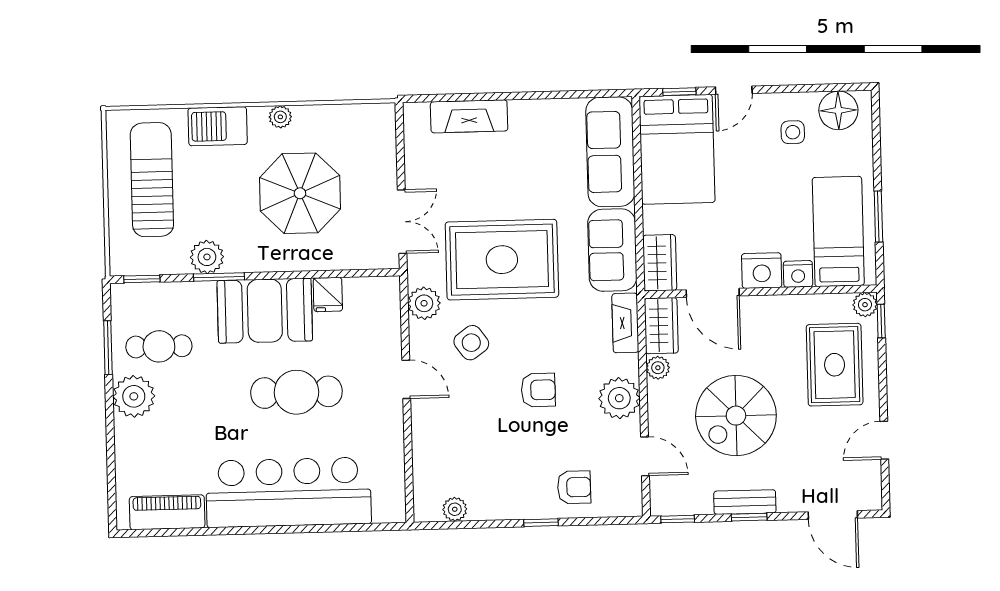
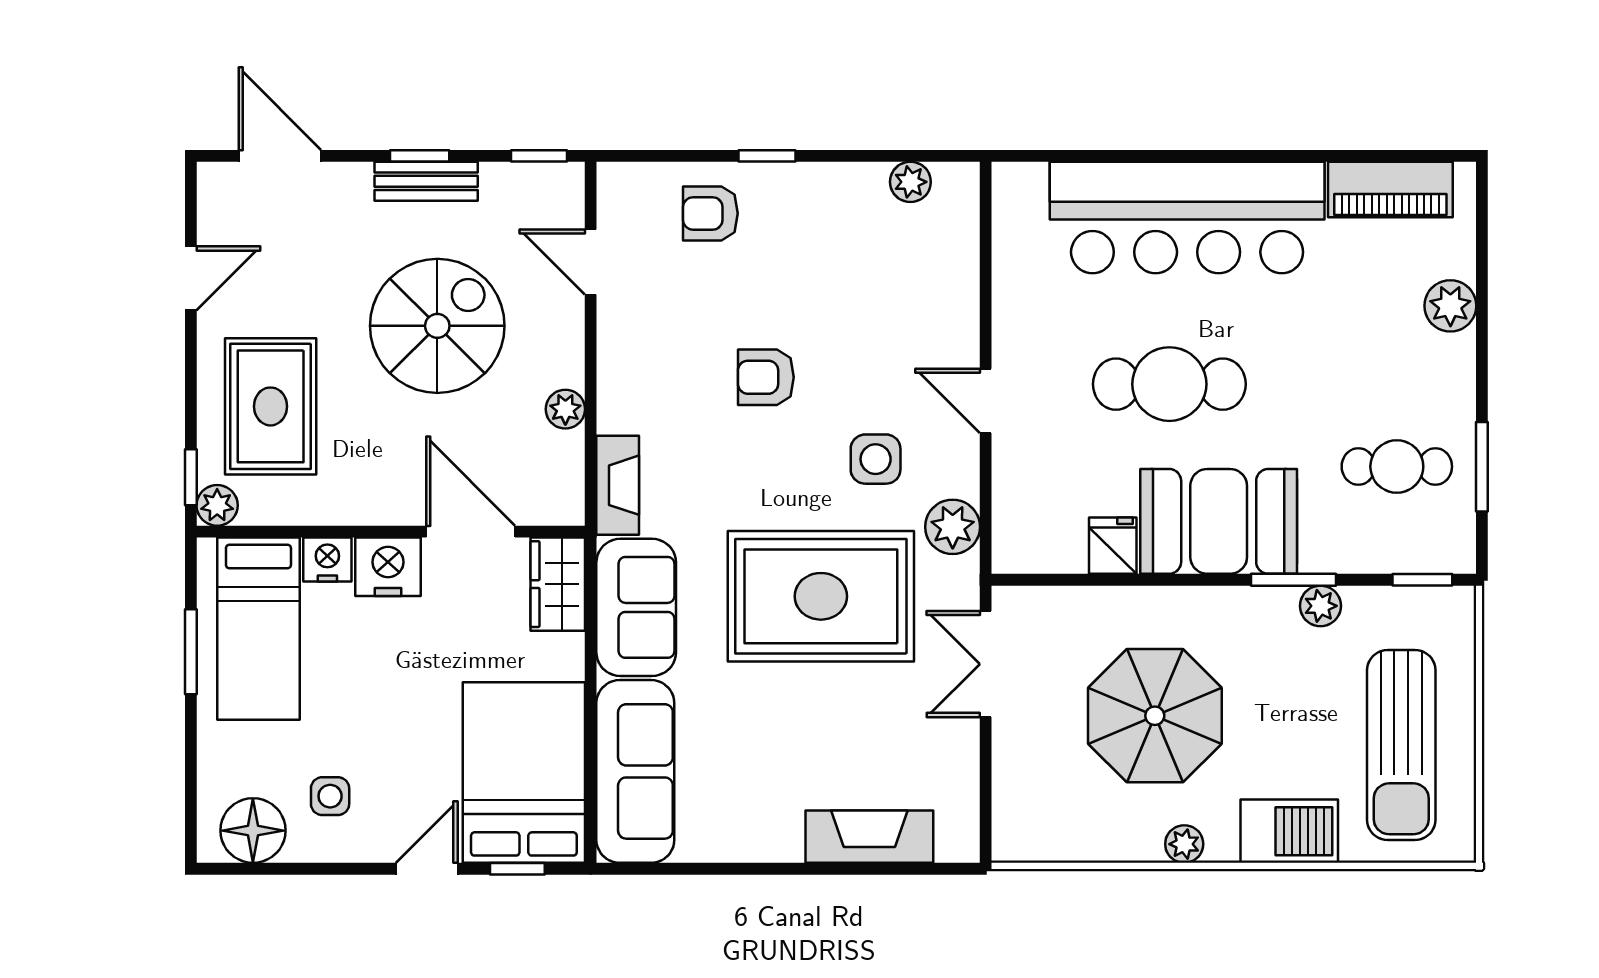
plant: (207, 257) -> (1320, 606), width x0.73, depth x0.73
wardrobe: (661, 326) -> (558, 479), removed
side table: (471, 343) -> (876, 459), turned 36
plant: (134, 396) -> (1450, 306), moved, width x0.73, depth x0.73
plant: (619, 398) -> (631, 360), removed

